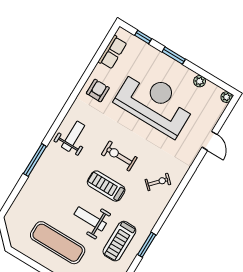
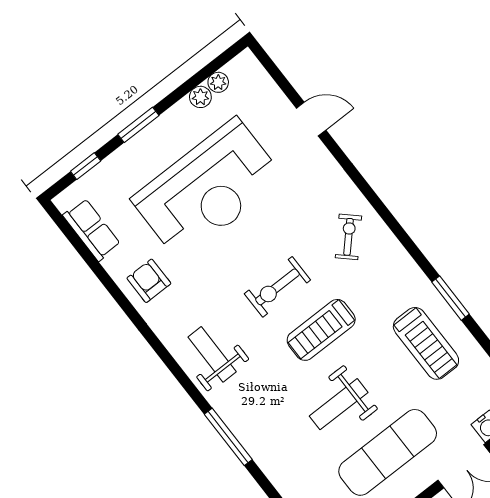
plant: (226, 97) -> (218, 82), moved
reception desk: (155, 103) -> (208, 189), turned 180
weight bench: (90, 219) -> (339, 404), moved

